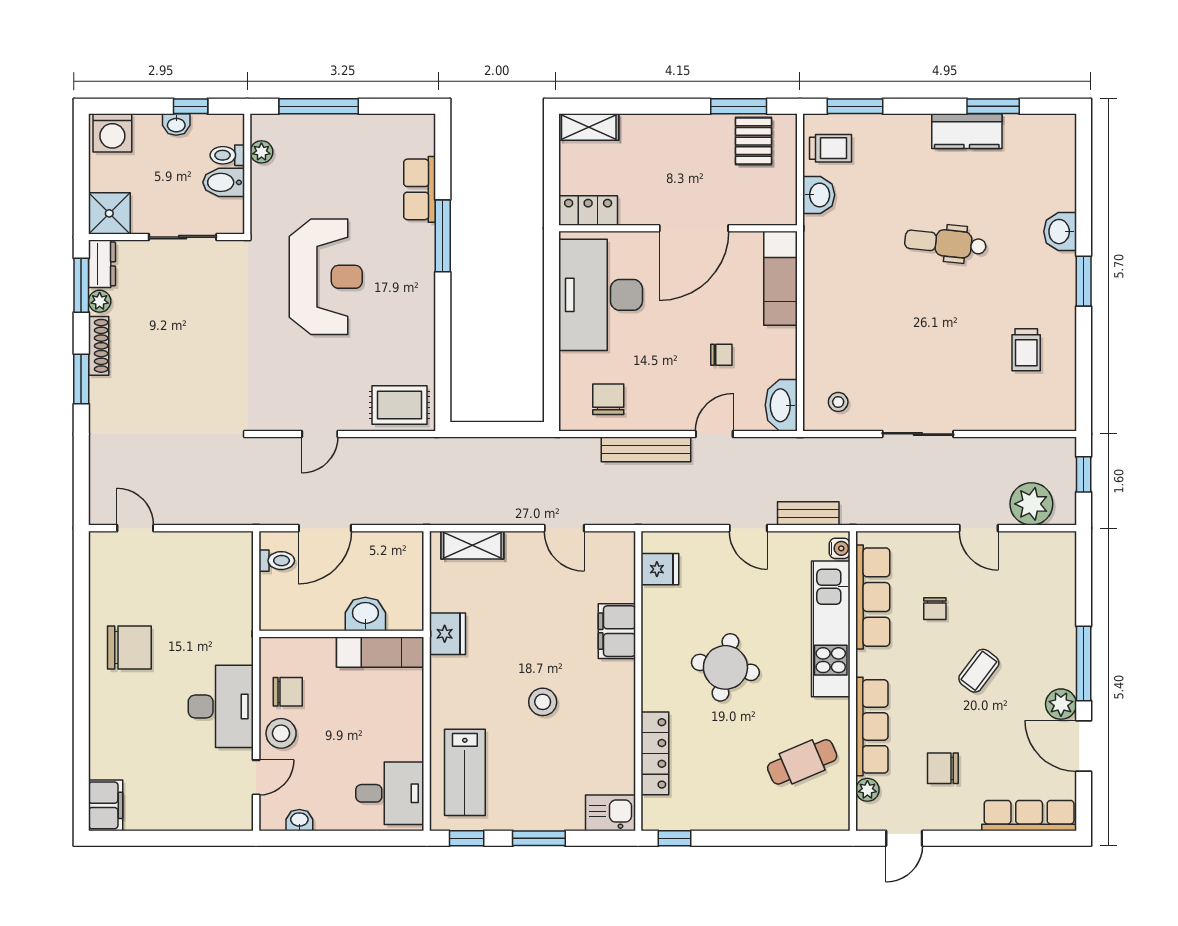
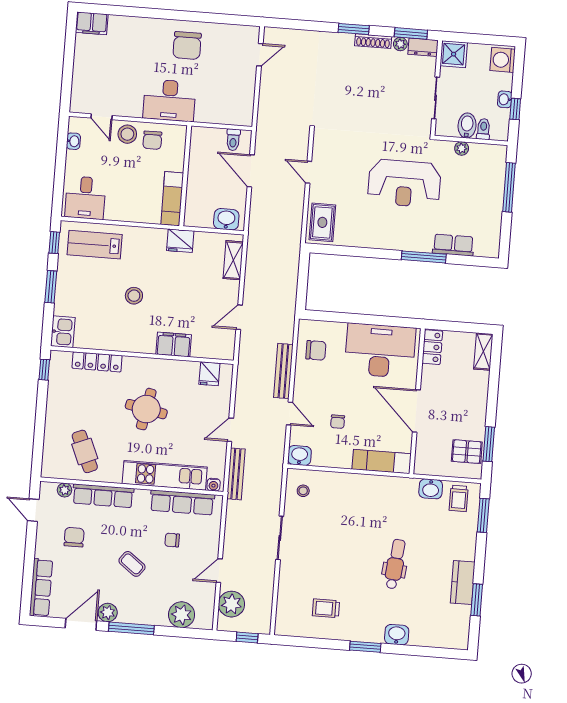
plant: (261, 152) -> (462, 148), moved
washbasin: (781, 405) -> (299, 455), width x0.72
bench: (808, 513) -> (236, 474), width x1.36
plant: (1055, 584) -> (182, 615), added
washbasin: (365, 614) -> (226, 219), moved, turned -90
desk: (221, 706) -> (169, 100), moved

